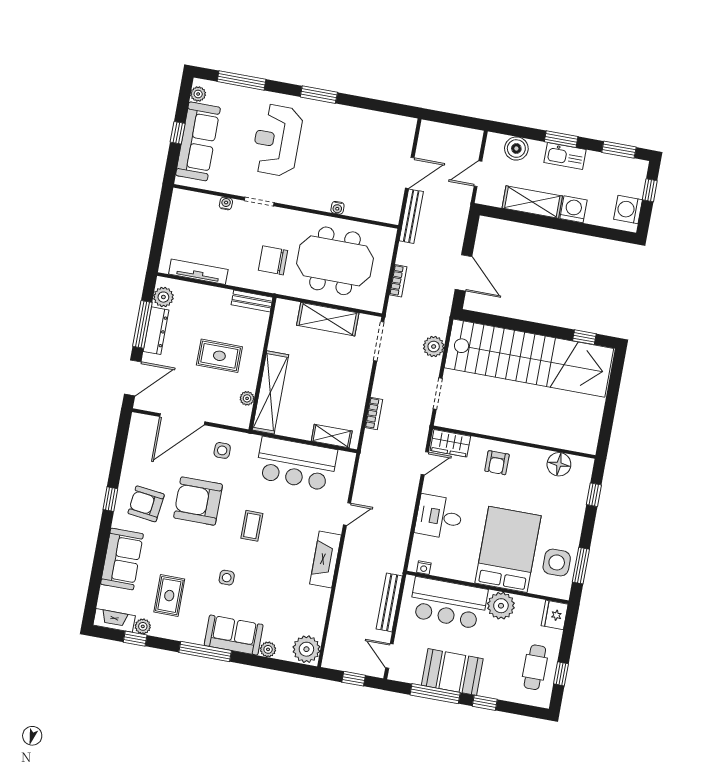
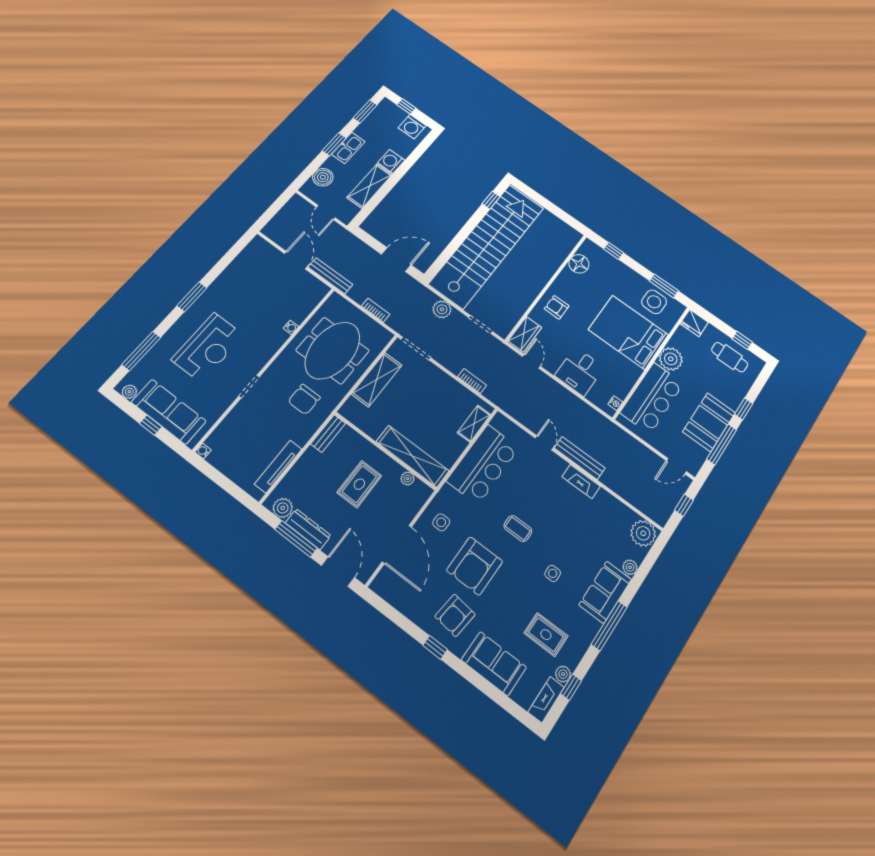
reception desk: (277, 140) -> (208, 347), turned -90
water cooler: (226, 203) -> (203, 451), moved
armchair: (497, 463) -> (557, 307), turned 180
fireplace: (326, 559) -> (581, 482), width x0.73, depth x0.76
bench: (389, 602) -> (580, 458), moved

